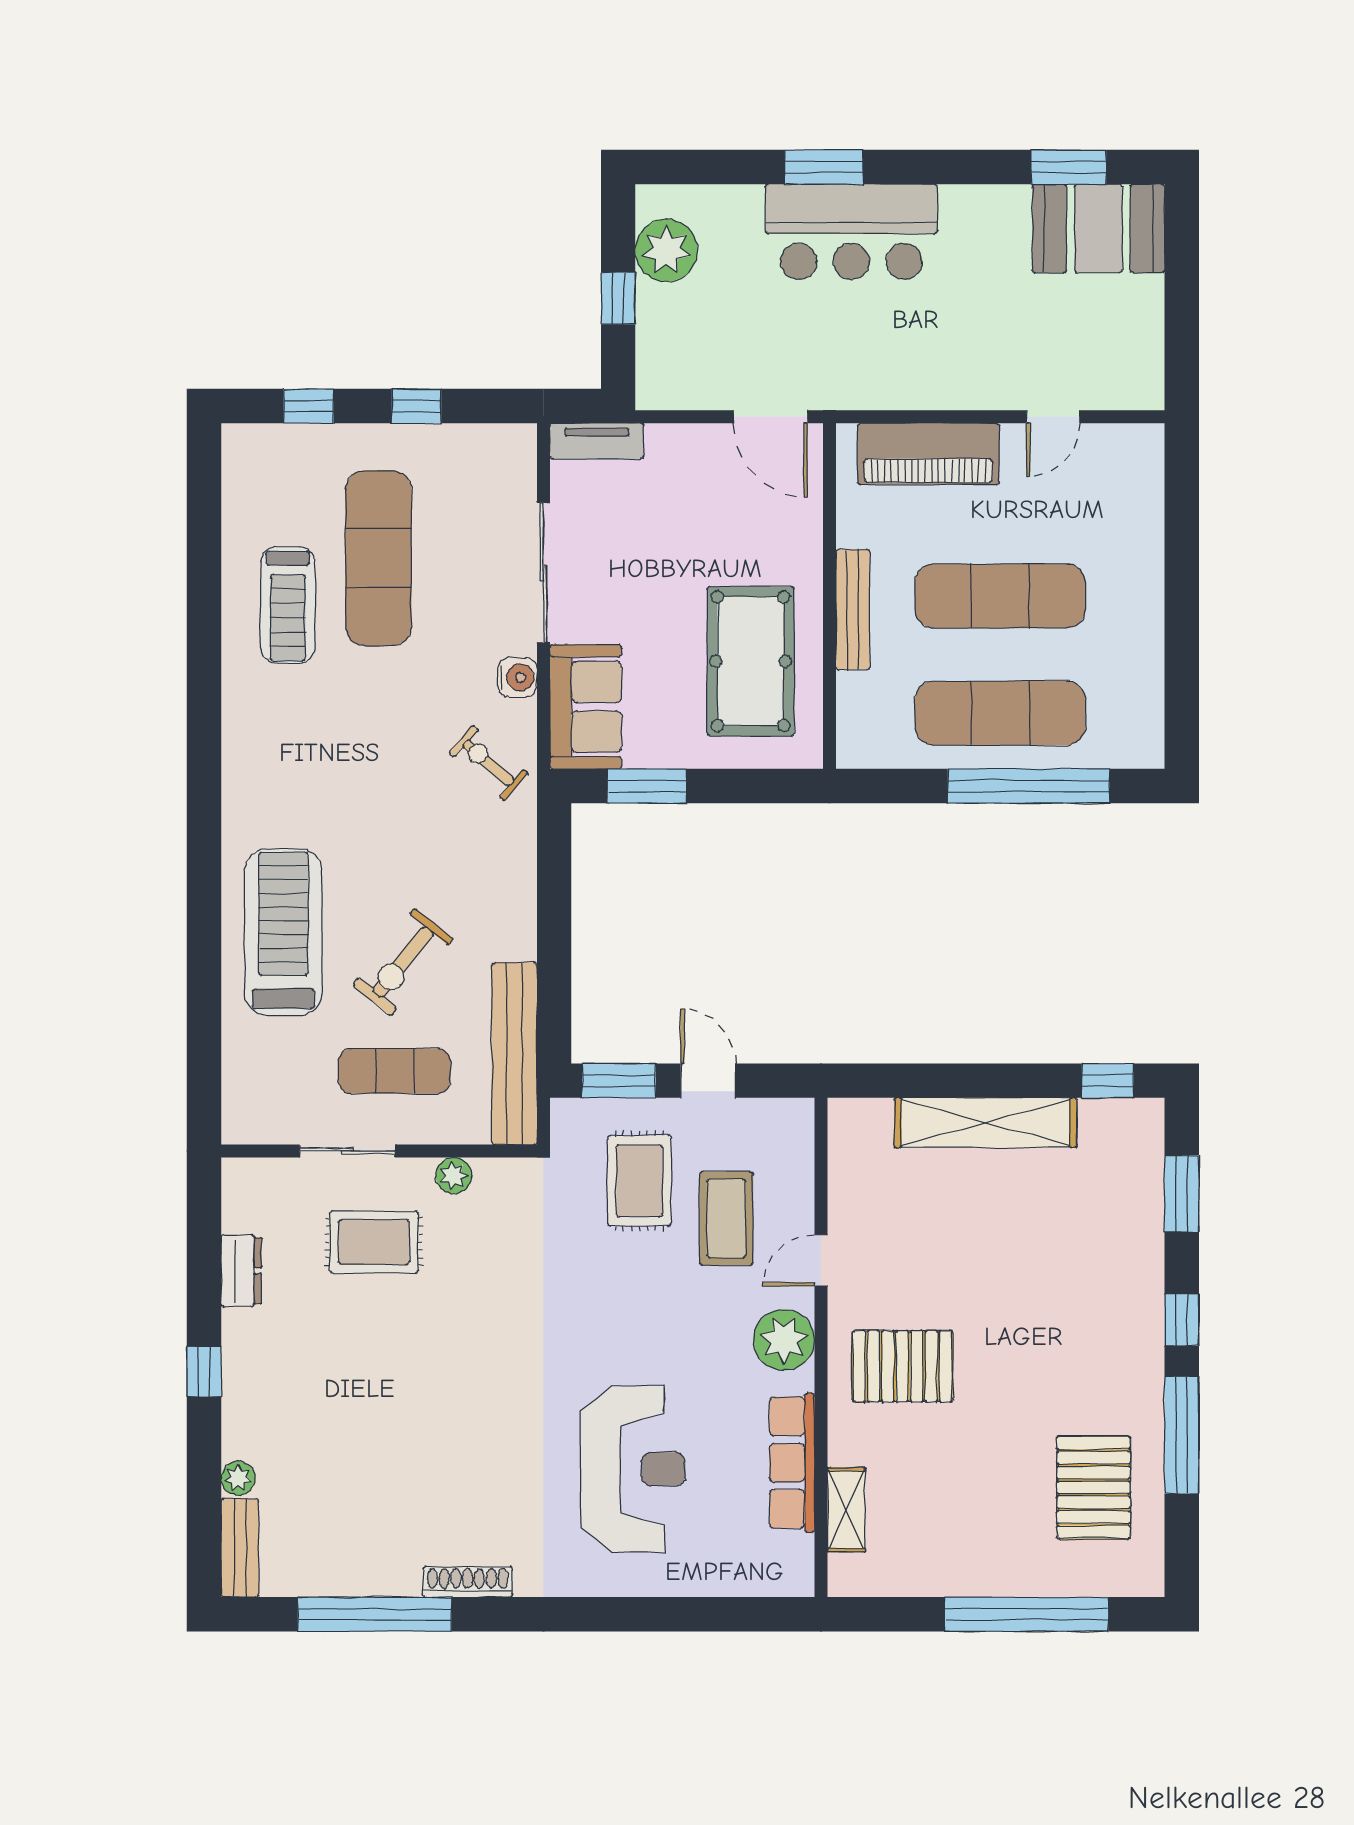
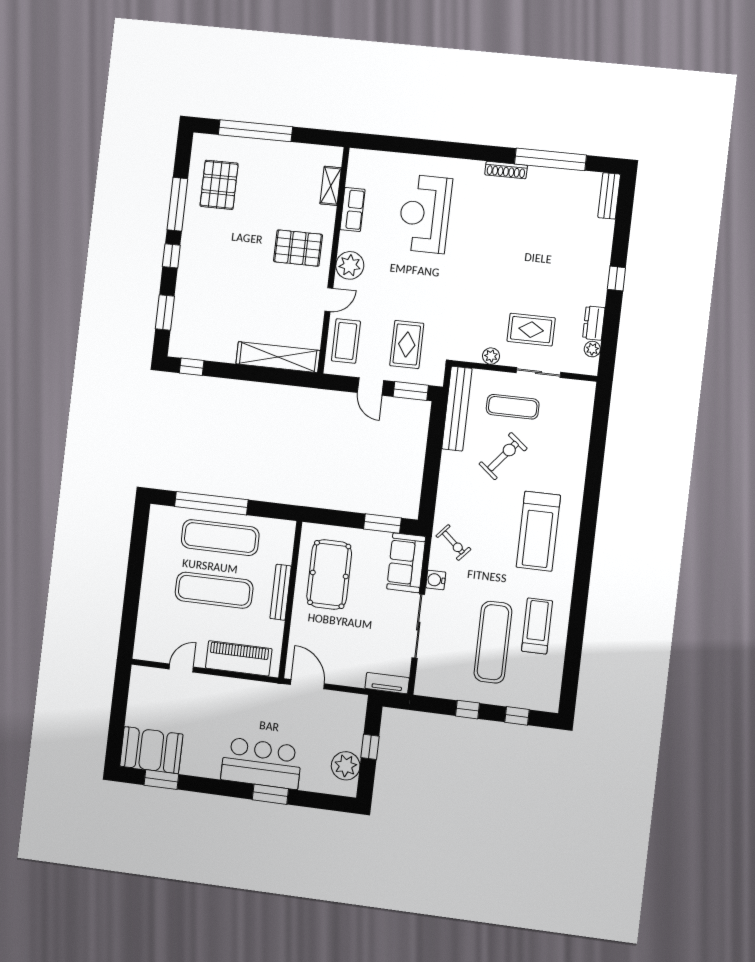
treadmill: (283, 932) -> (538, 531), moved
shelving: (986, 1123) -> (278, 357), moved
coffee table: (726, 1218) -> (346, 341), moved
row of seats: (792, 1463) -> (353, 210), width x0.68
plant: (238, 1478) -> (592, 349), moved

